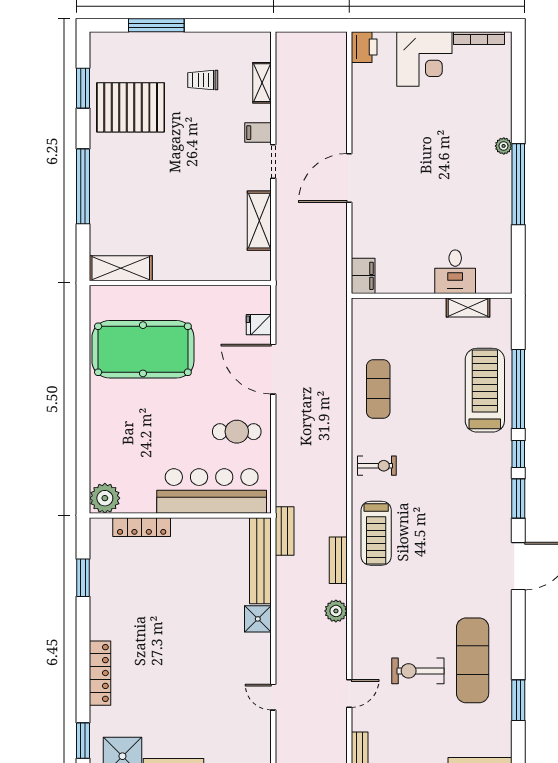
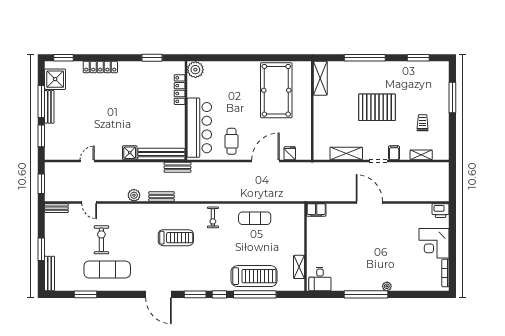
pallet: (131, 107) -> (377, 107), moved, turned 90
desk: (455, 272) -> (320, 279), moved, turned -90
treadmill: (376, 533) -> (176, 238), moved, turned 180

